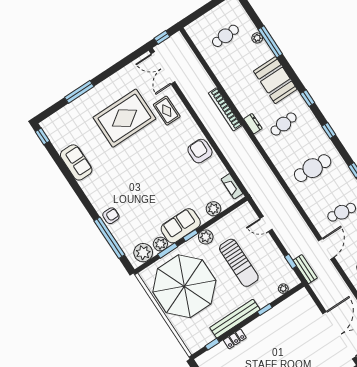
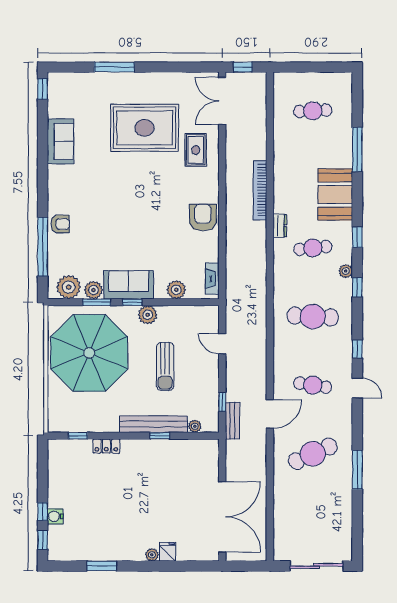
plant: (257, 38) -> (346, 271), moved
sun lounger: (239, 263) -> (165, 366), width x0.73, depth x0.75
bench: (235, 319) -> (153, 424), moved

